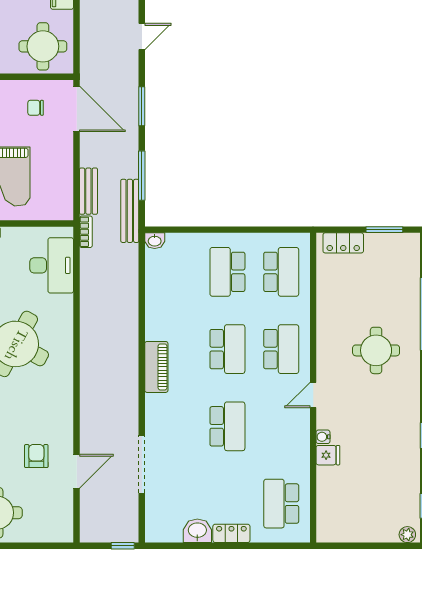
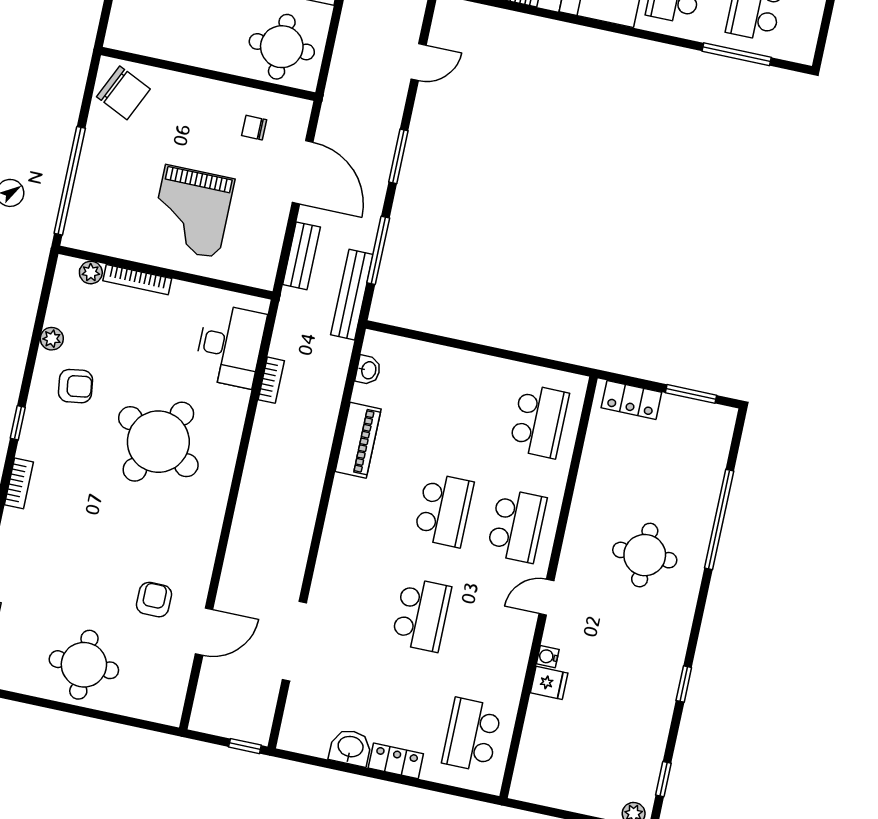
door: (77, 109) -> (303, 172), moved
bookcase: (86, 232) -> (271, 380), moved
washbasin: (155, 241) -> (368, 370), moved, turned -90
school desk: (227, 272) -> (466, 406), removed
piano: (156, 367) -> (358, 440), moved

